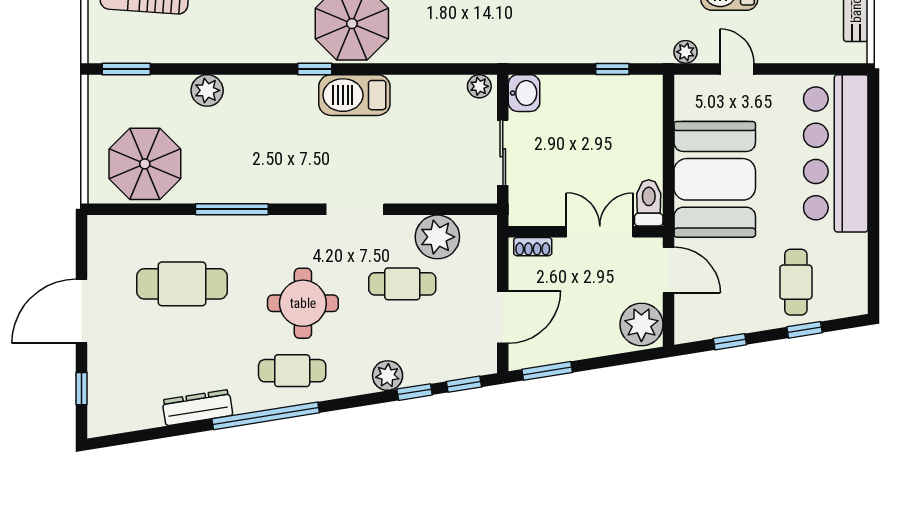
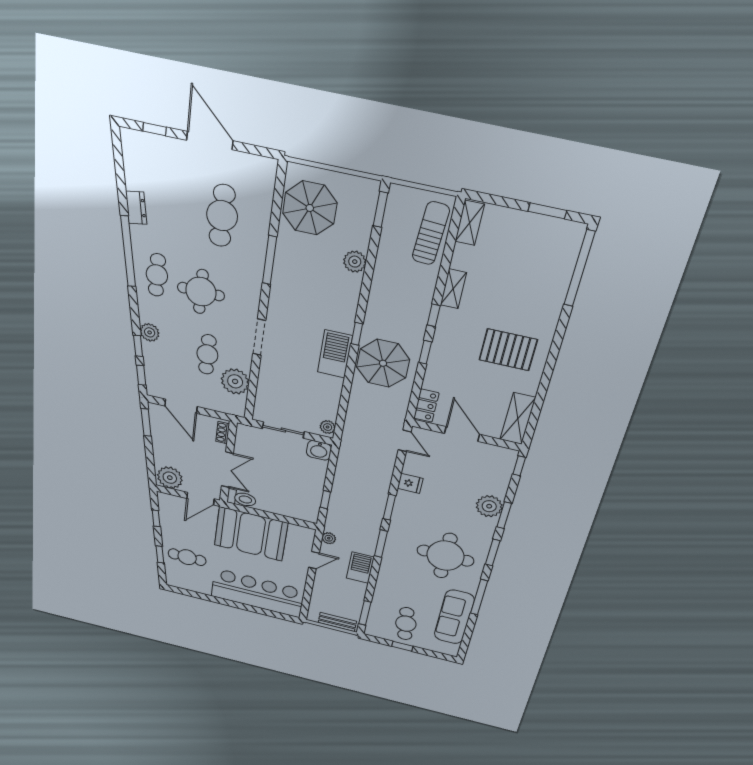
dresser: (197, 408) -> (136, 208), width x0.70

